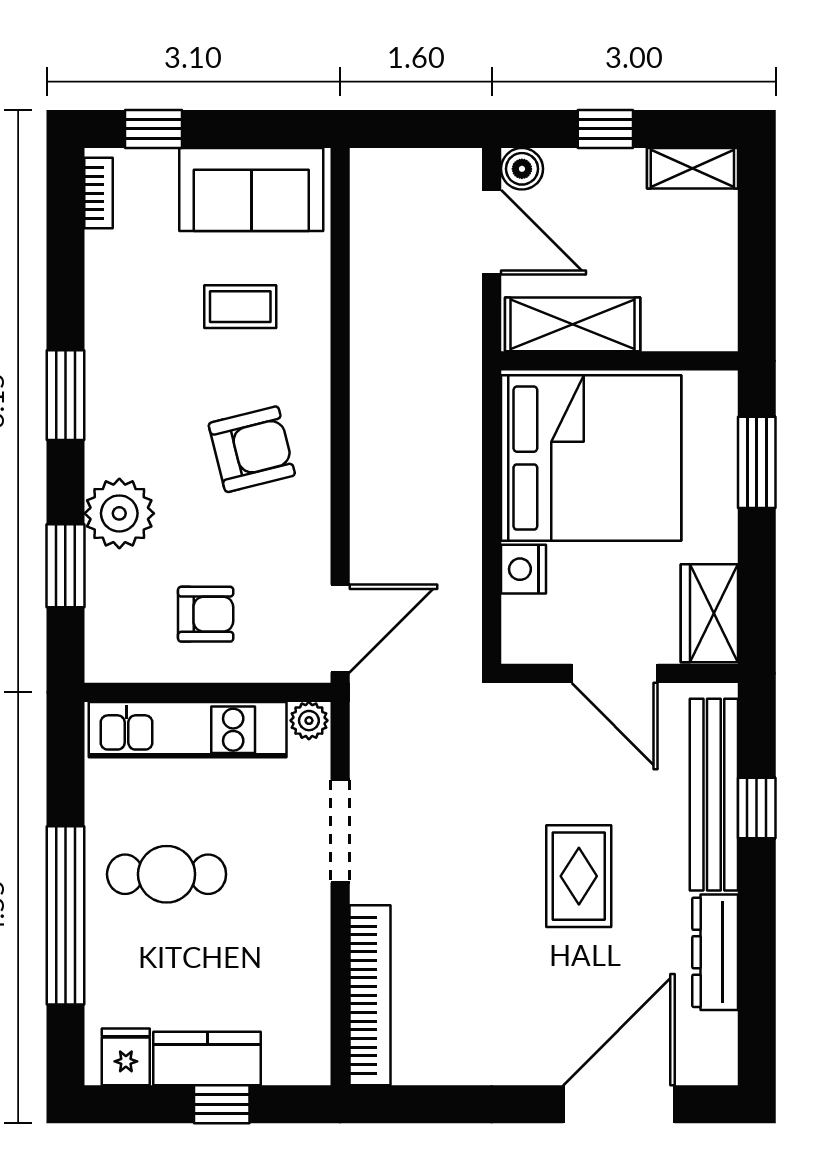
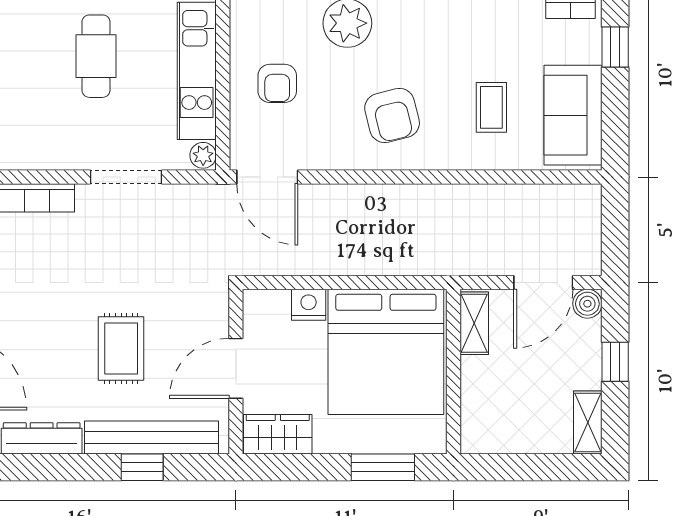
shelving: (573, 324) -> (474, 323), width x0.67, depth x0.75
rug: (579, 876) -> (121, 349), moved, turned 90

